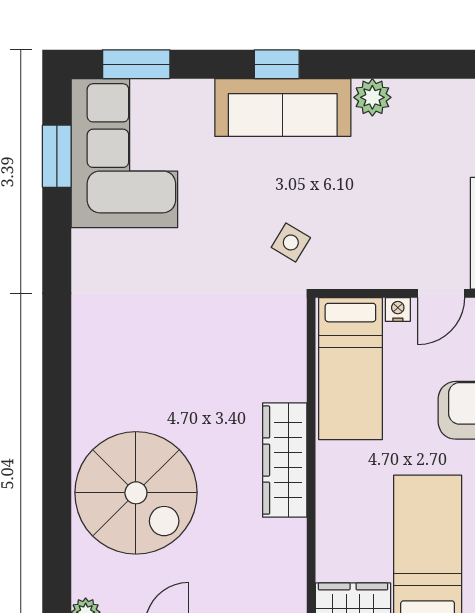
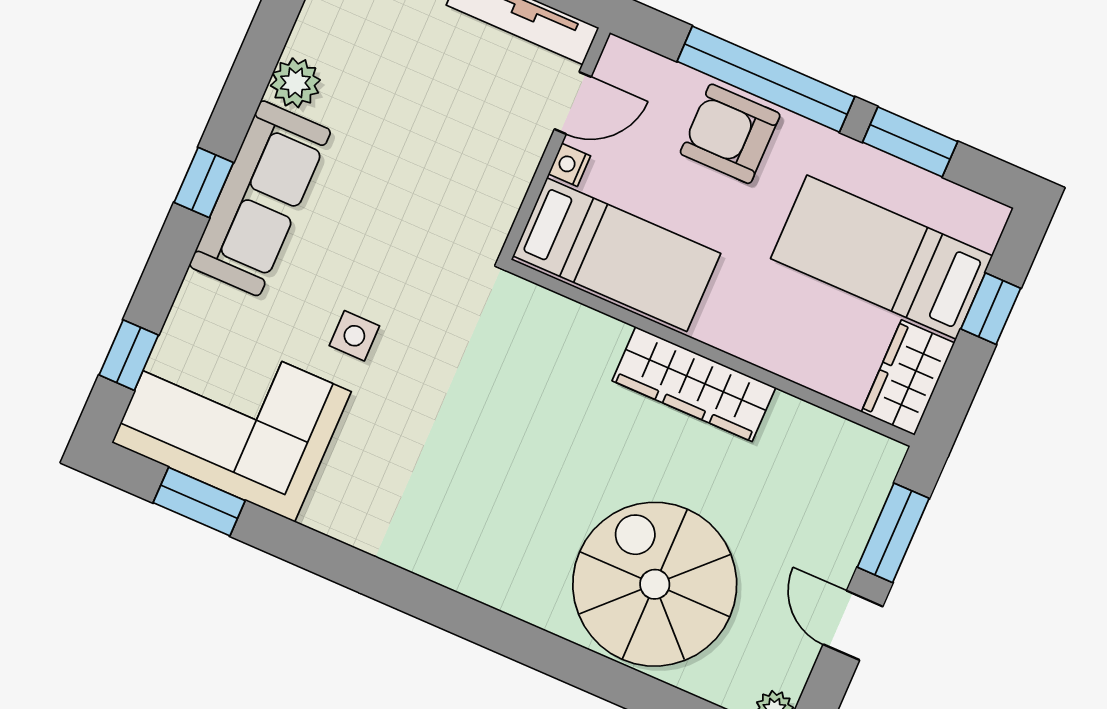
window: (136, 64) -> (129, 355), width x0.67
side table: (291, 242) -> (354, 336), moved, turned -31
door: (441, 293) -> (573, 103), hinge flipped
spiral stairs: (136, 493) -> (655, 584), turned -90

